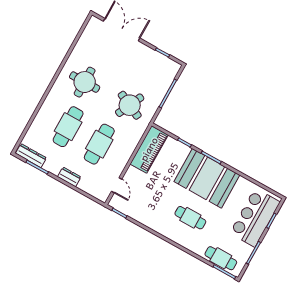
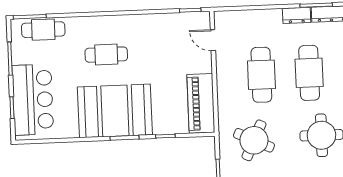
dresser: (69, 177) -> (297, 15), moved

